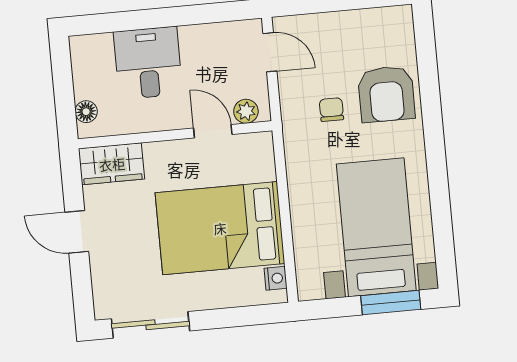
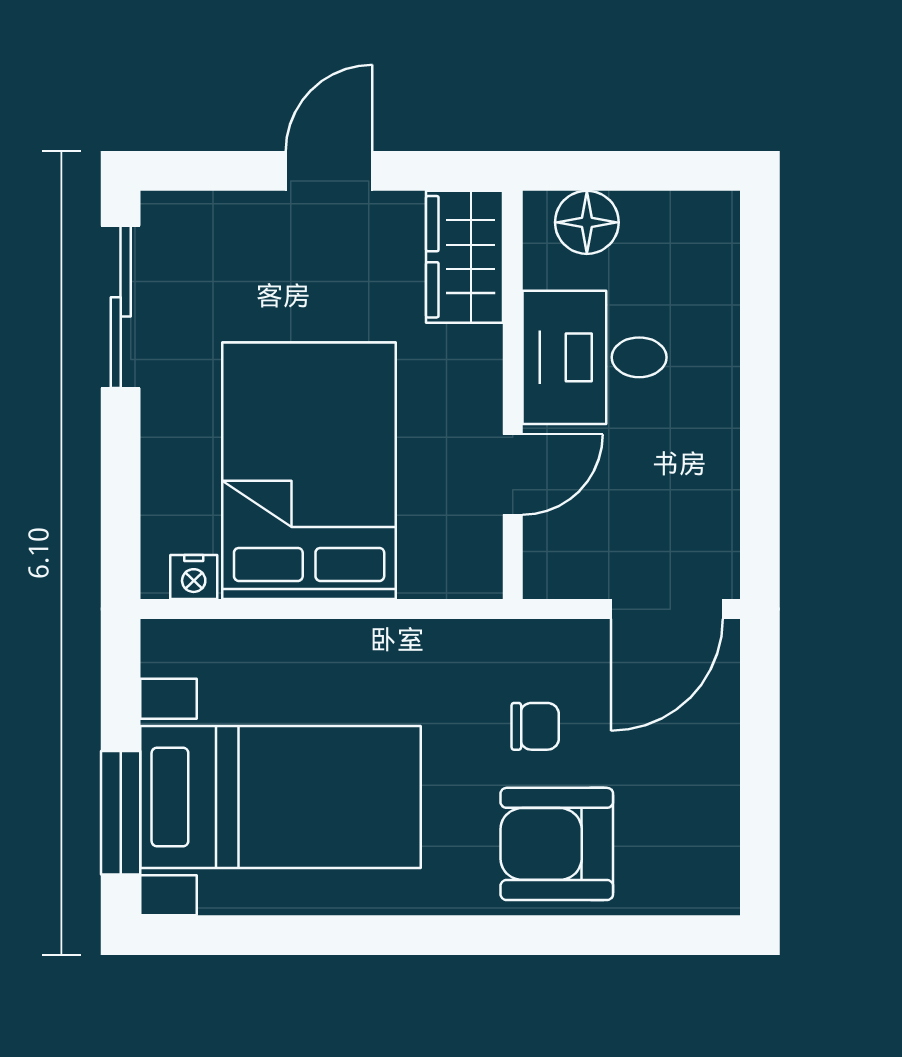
door: (270, 52) -> (667, 609), width x1.37
desk: (148, 63) -> (595, 357), moved, turned 180
plant: (246, 111) -> (548, 548), removed
floor lamp: (86, 112) -> (587, 222), width x1.37, depth x1.37

